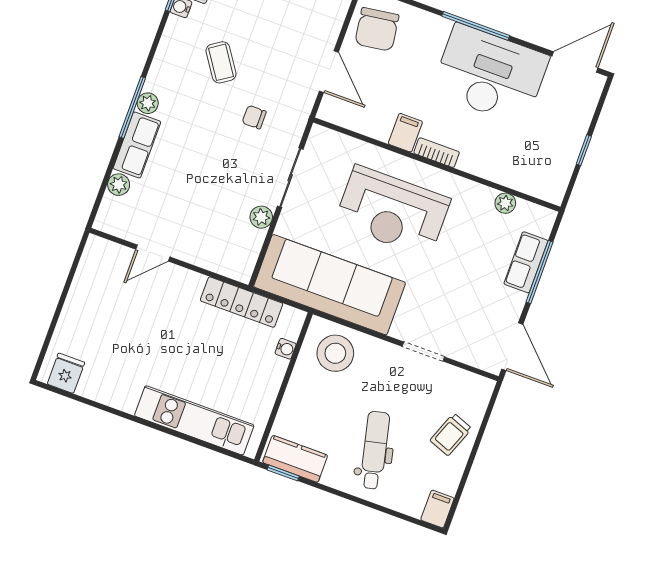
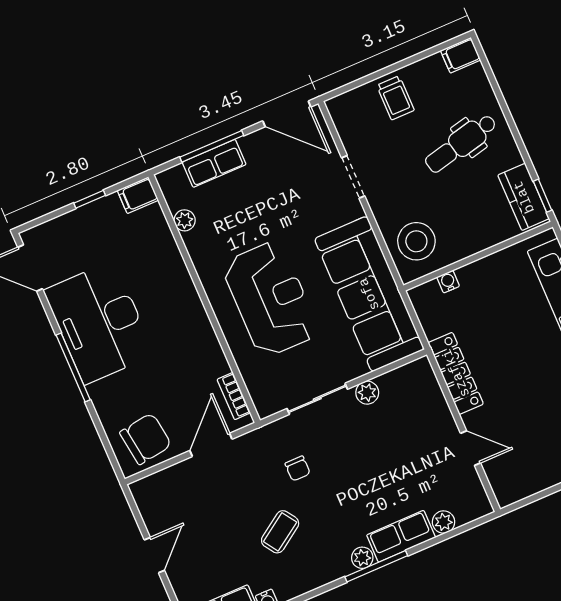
filing cabinet: (405, 133) -> (138, 195), moved
bookcase: (437, 153) -> (234, 396), moved
locker: (242, 302) -> (456, 373), moved
door: (512, 347) -> (287, 114), swing flipped
trolley: (451, 434) -> (395, 98), turned 69

